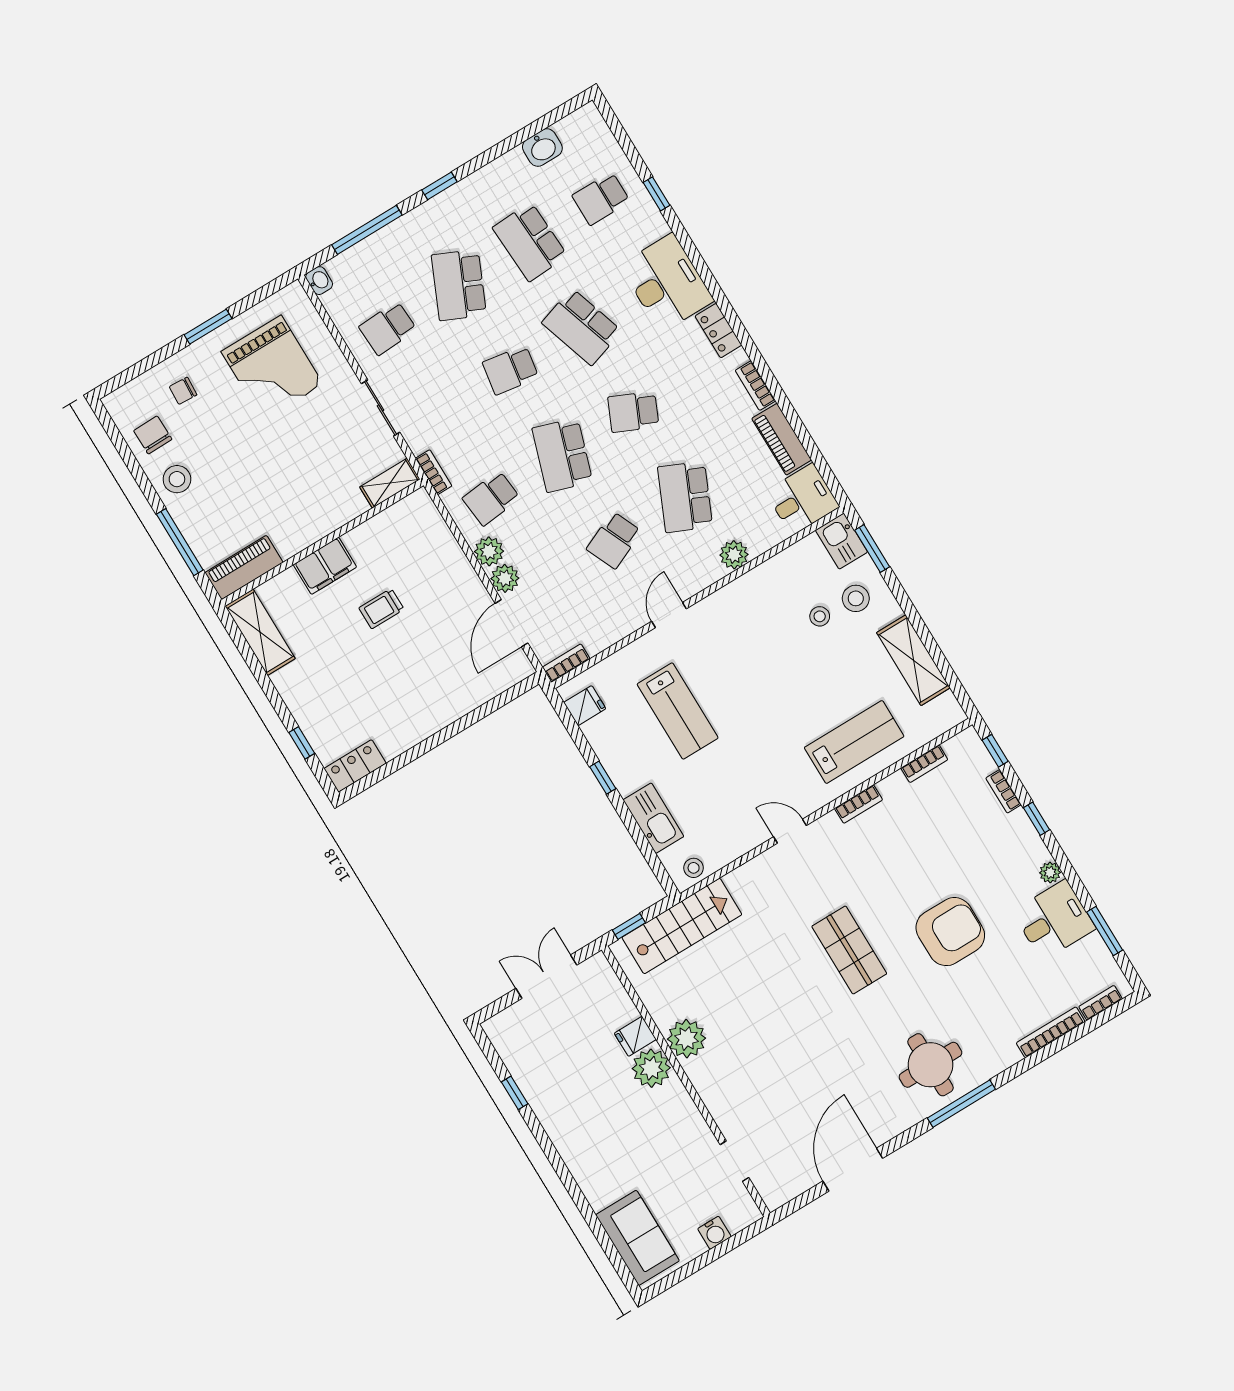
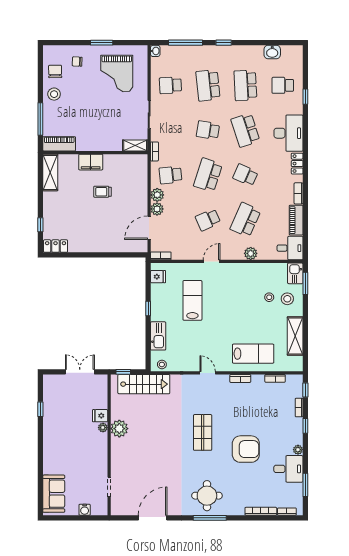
school desk: (459, 285) -> (208, 85), turned -30
lab bench: (678, 711) -> (192, 300), turned 180
plant: (651, 1068) -> (103, 428), width x0.53, depth x0.53

